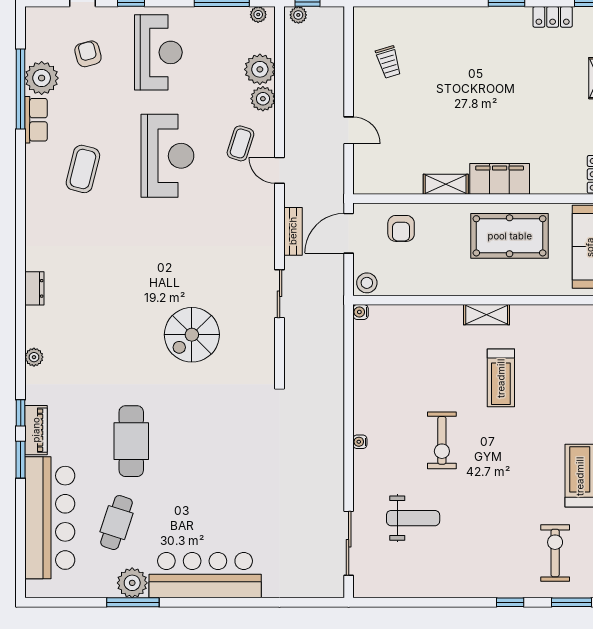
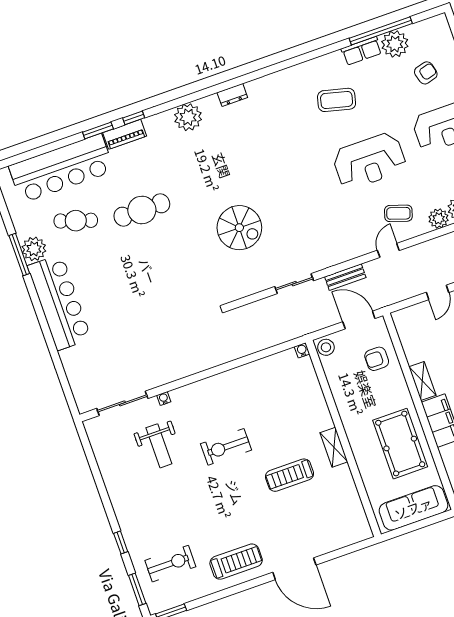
spiral stairs: (192, 335) -> (239, 228), turned 180
plant: (34, 357) -> (188, 117), width x1.87, depth x1.87
water cooler: (360, 442) -> (164, 398), moved

